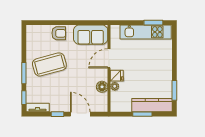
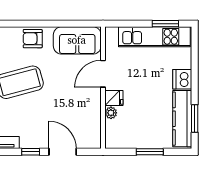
armchair: (59, 33) -> (33, 39), turned 180
dishwasher: (166, 62) -> (182, 79), added
floor lamp: (102, 87) -> (93, 114), removed
kitchen counter: (152, 105) -> (182, 119), moved, turned -90

